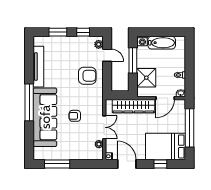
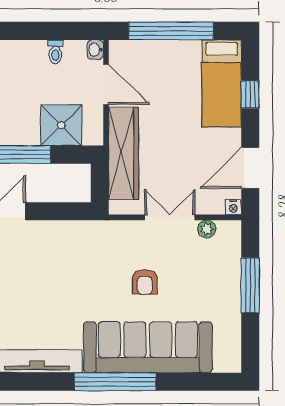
armchair: (87, 76) -> (57, 255), removed
bed: (165, 146) -> (222, 83), width x0.67
window: (57, 164) -> (250, 285), moved

